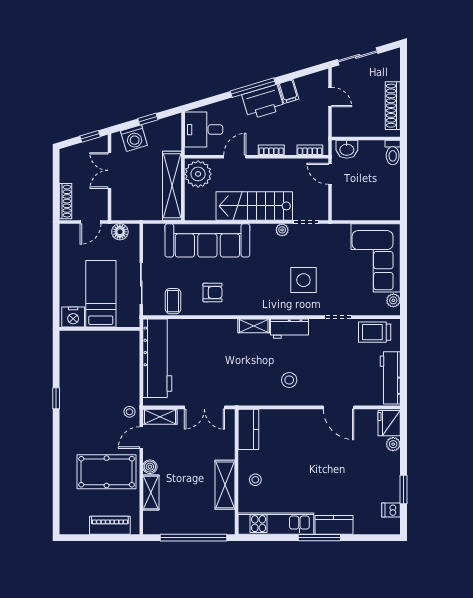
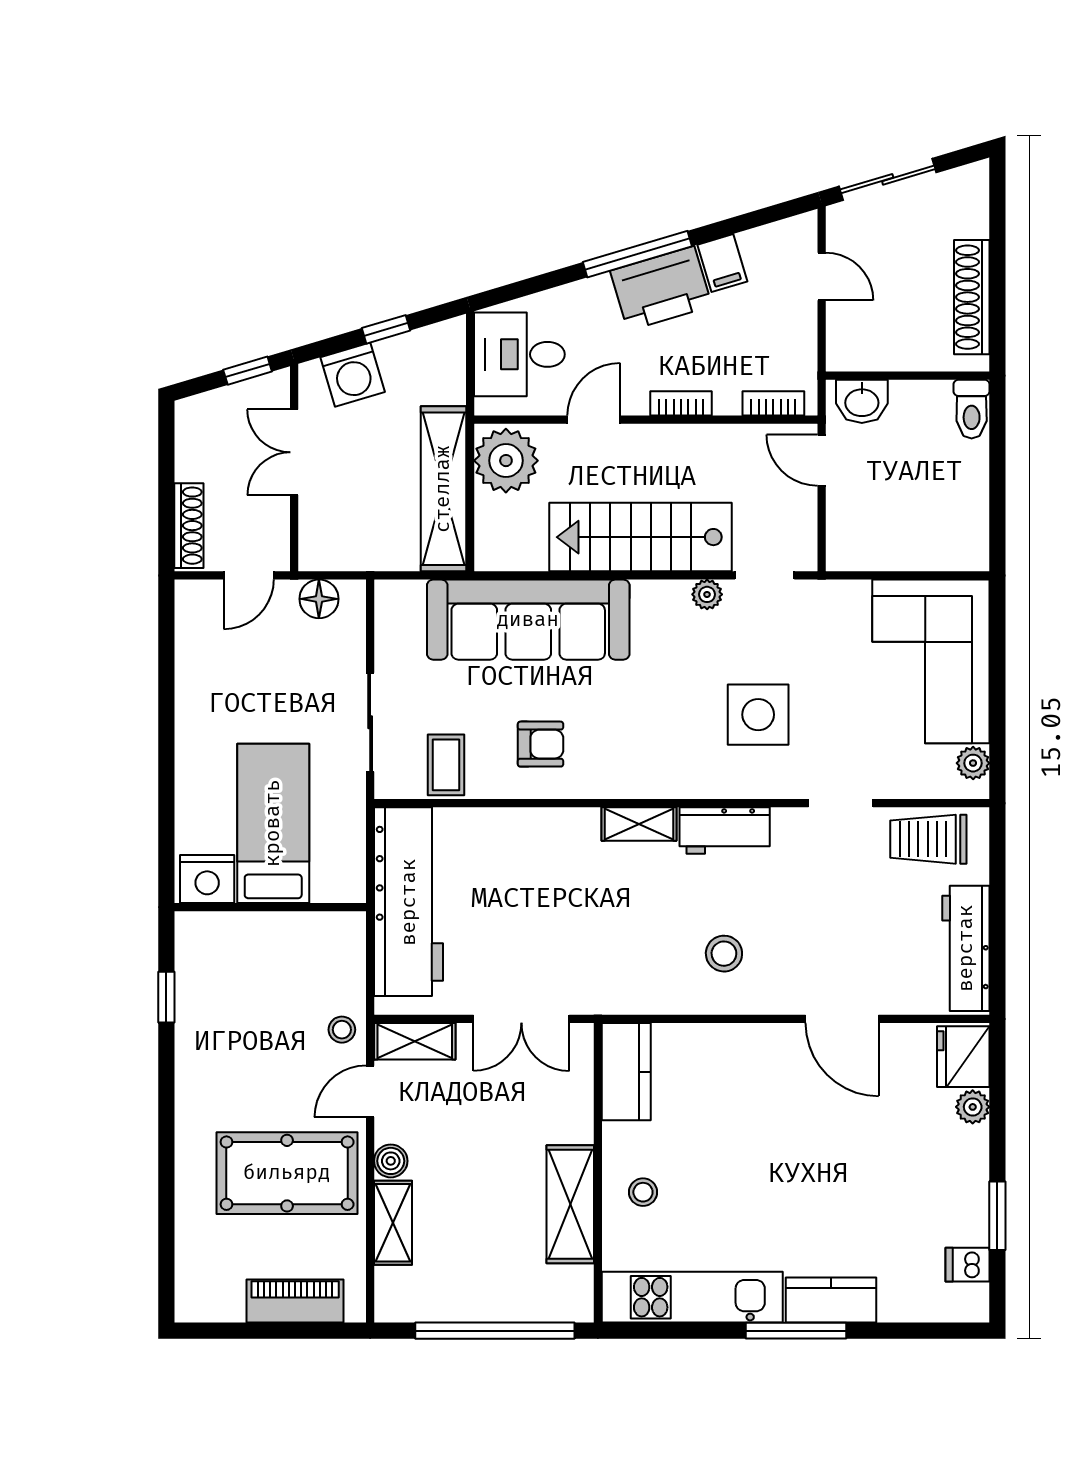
bed: (101, 294) -> (273, 823), moved
nightstand: (73, 317) -> (207, 879), moved
wall: (100, 329) -> (270, 907), moved

